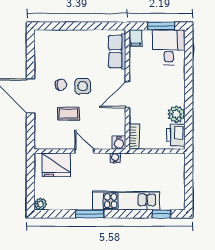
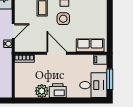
printer: (176, 135) -> (58, 91), moved
water cooler: (119, 143) -> (20, 47), removed
door: (84, 151) -> (13, 31), moved

